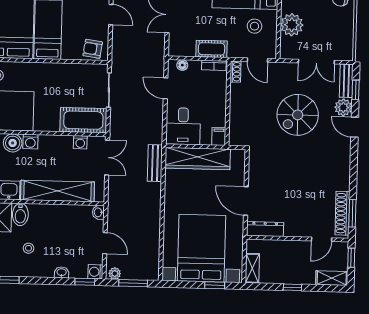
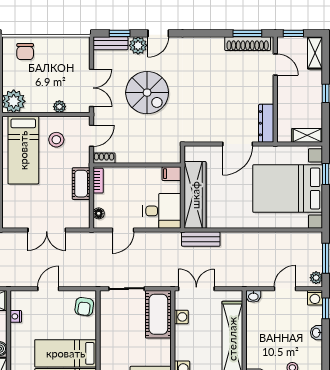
plant: (292, 25) -> (59, 107), width x0.53, depth x0.53
double door: (316, 62) -> (91, 88), moved

